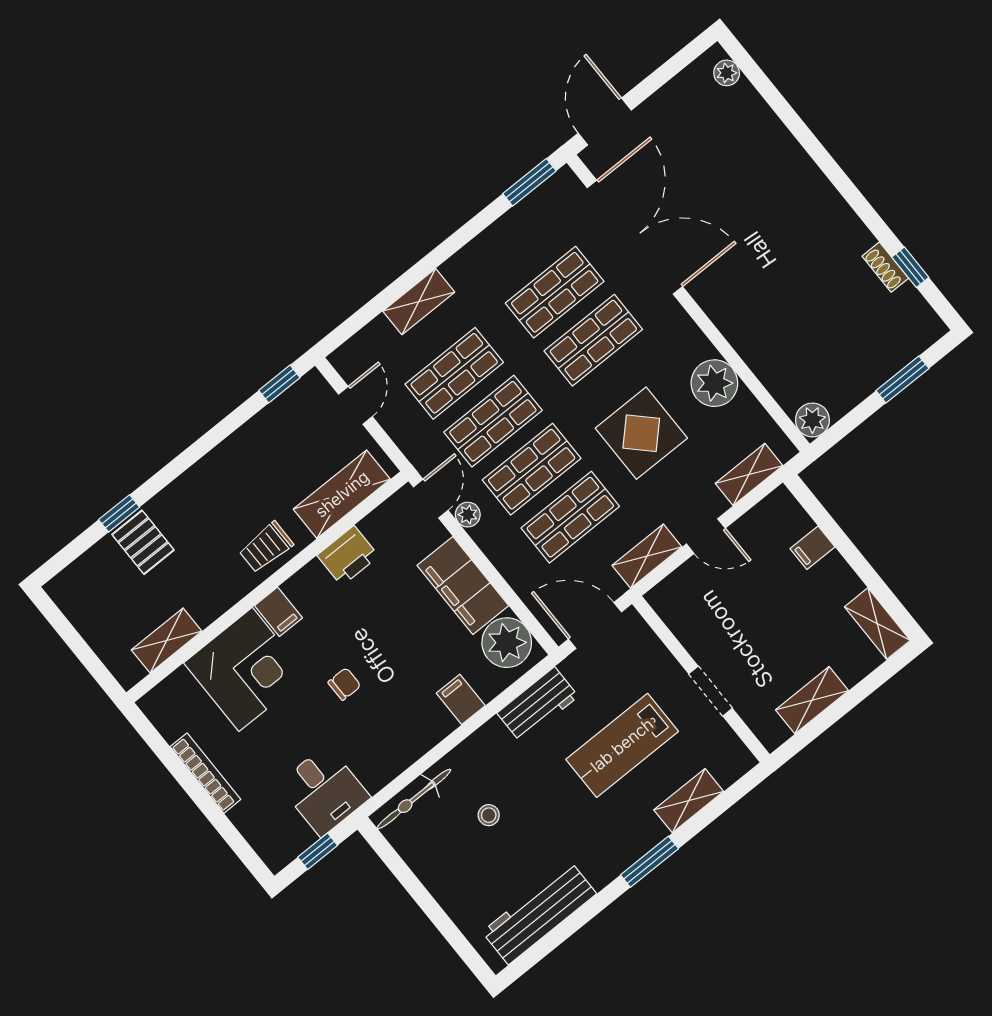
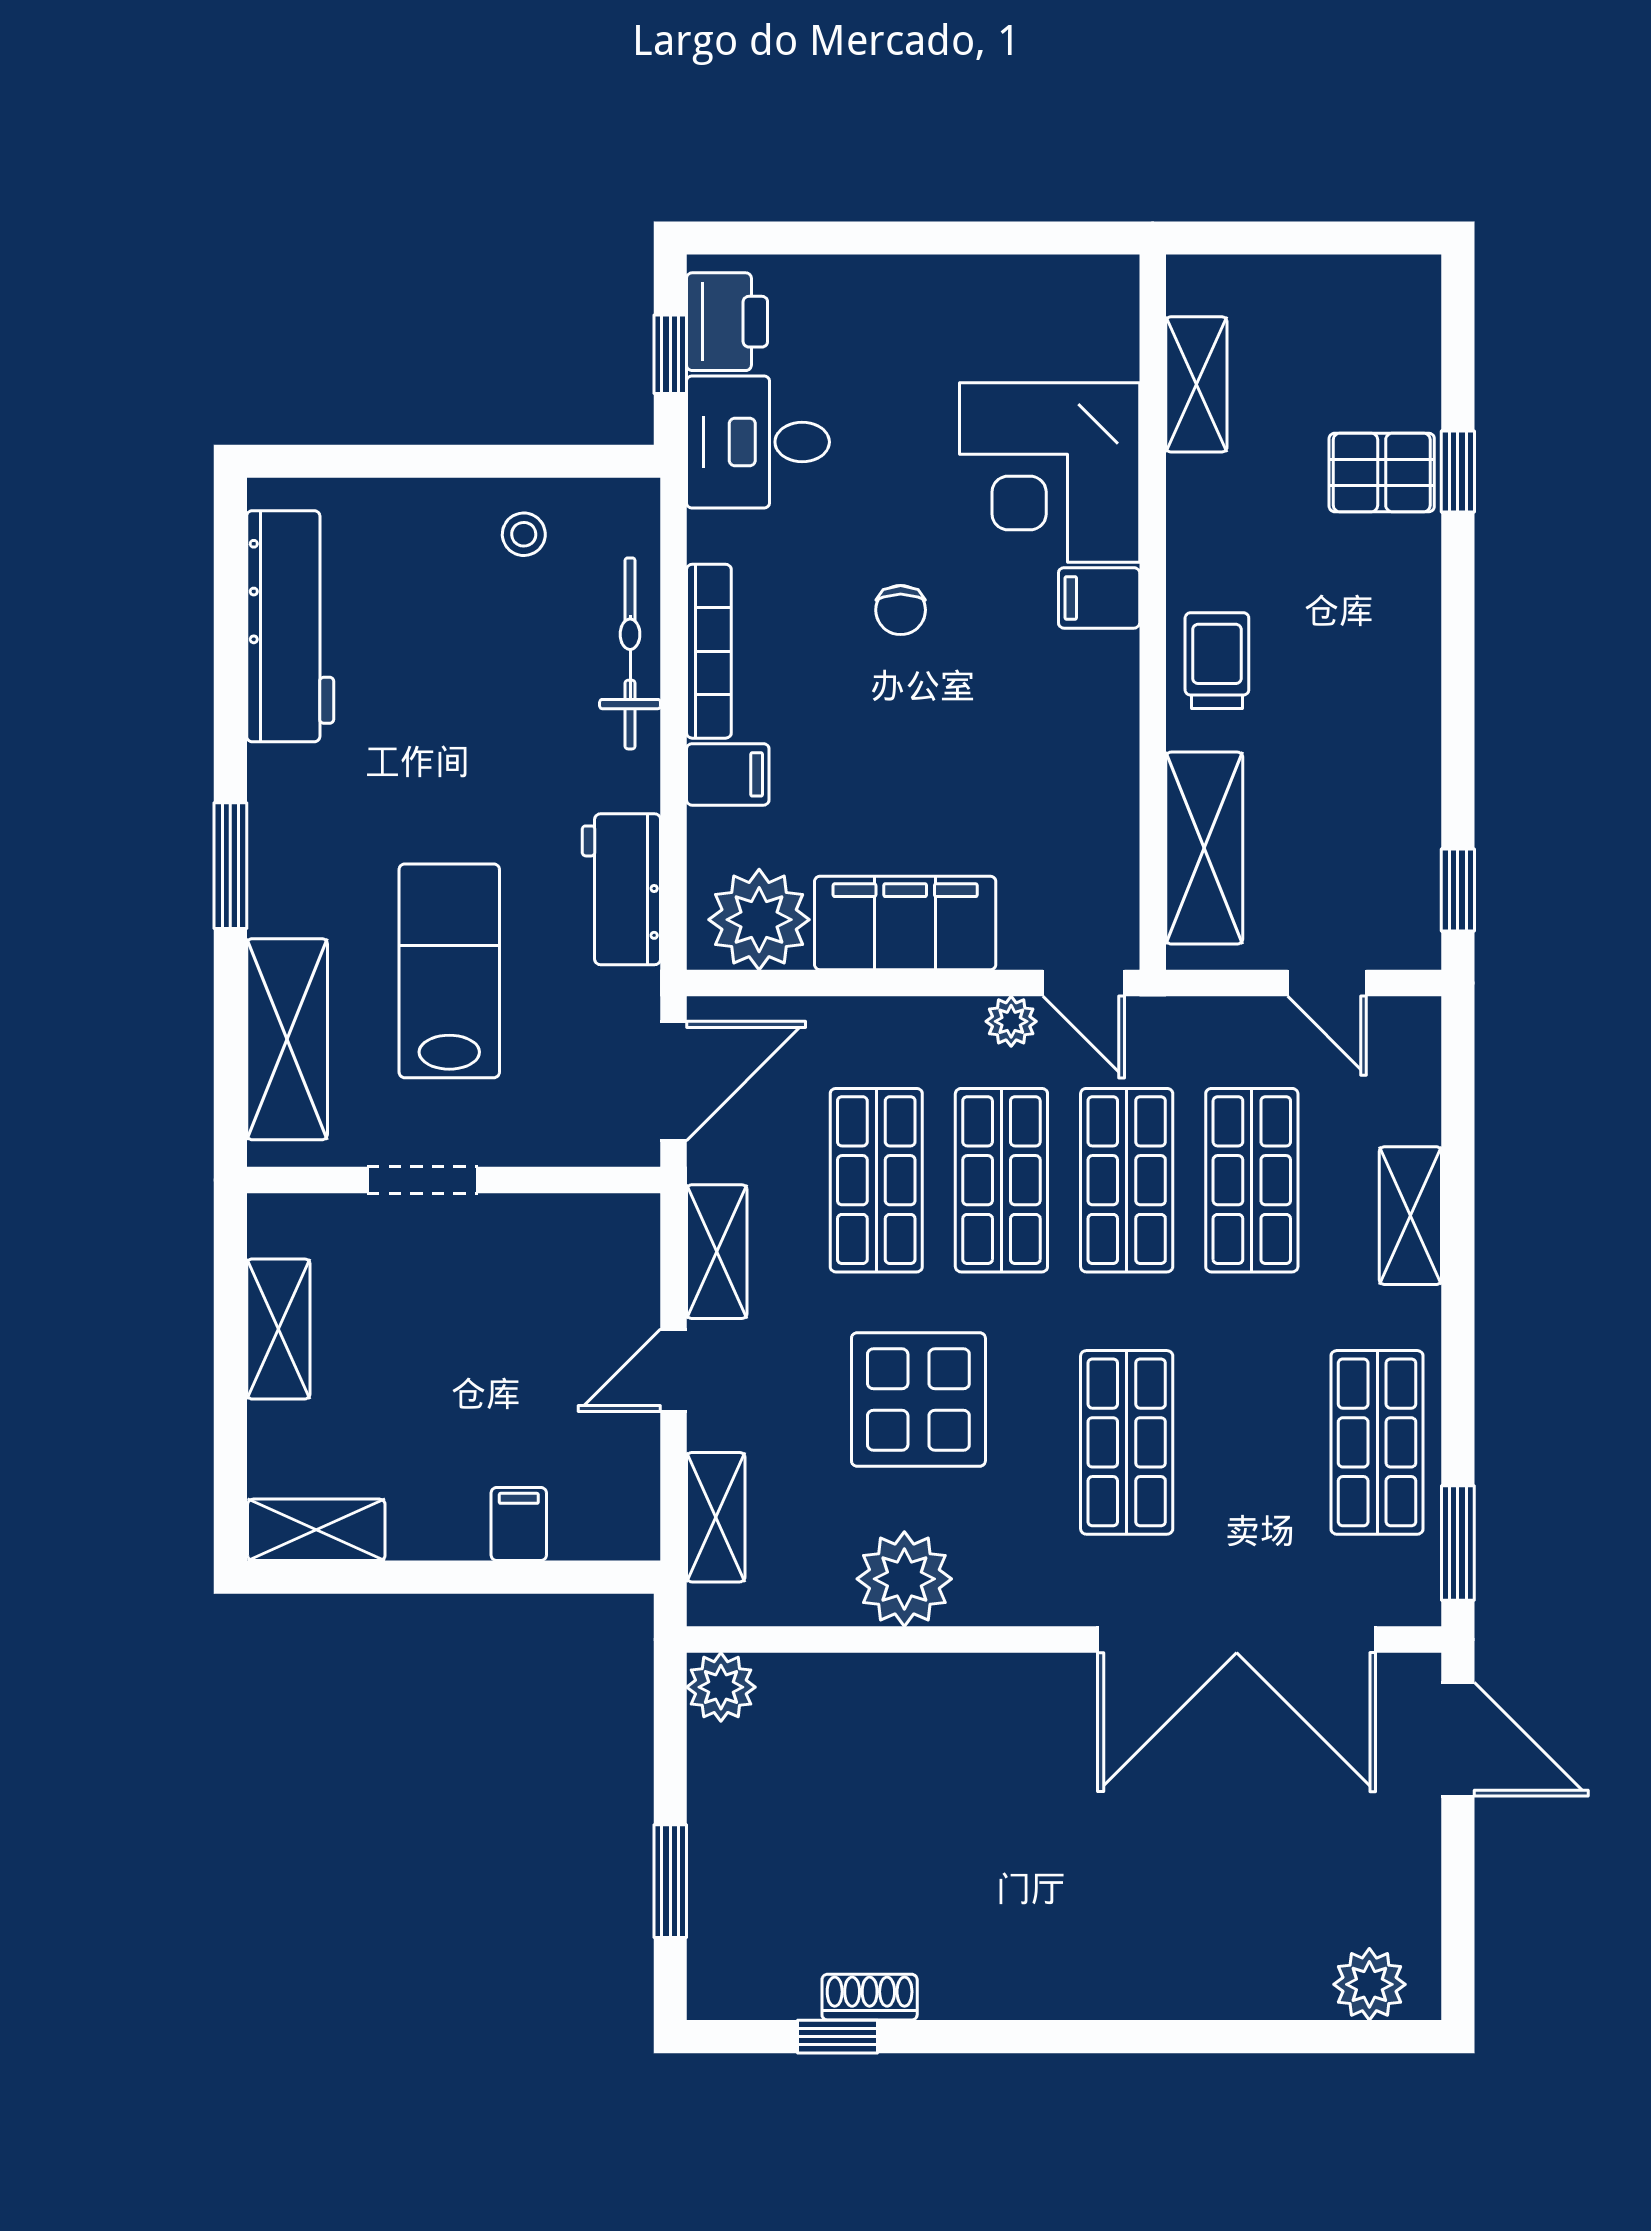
plant: (727, 73) -> (1369, 1984), width x1.38, depth x1.38
shop shelf: (555, 292) -> (1377, 1442), moved
printer: (348, 556) -> (727, 322), moved, turned 180
bookcase: (205, 773) -> (709, 651), moved, turned -90
bicycle: (414, 799) -> (630, 653), moved
shelving: (689, 801) -> (287, 1039), width x1.50, depth x1.33
stool: (489, 815) -> (524, 534), moved

